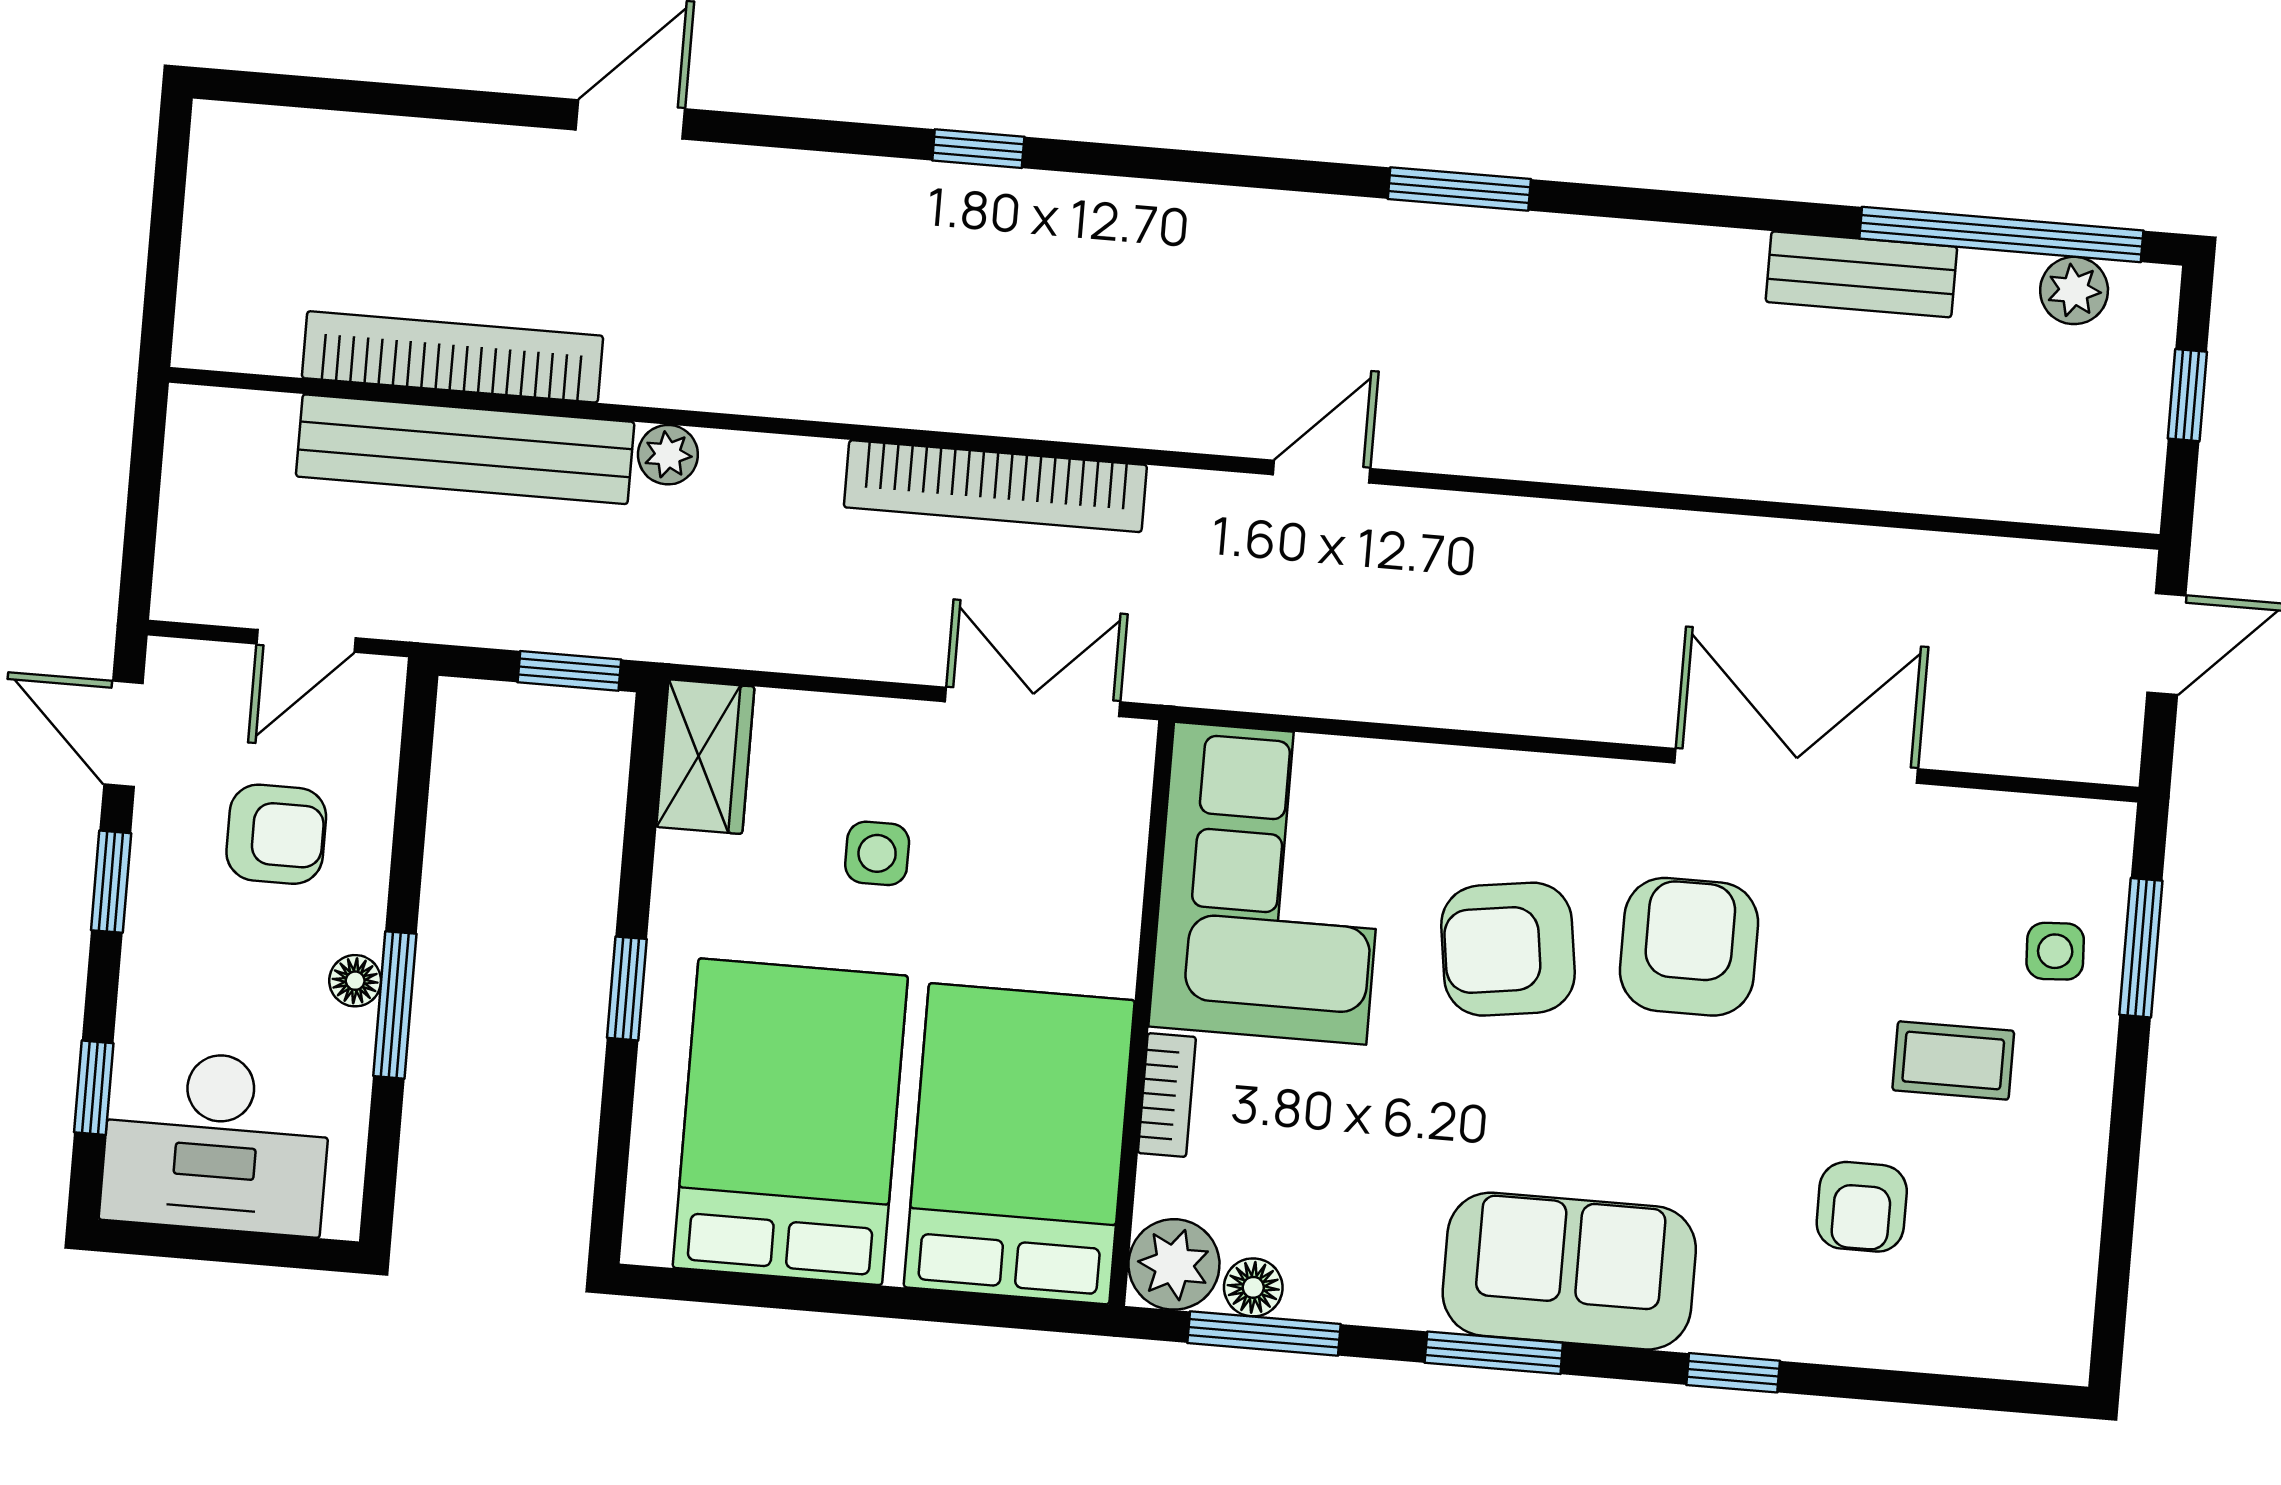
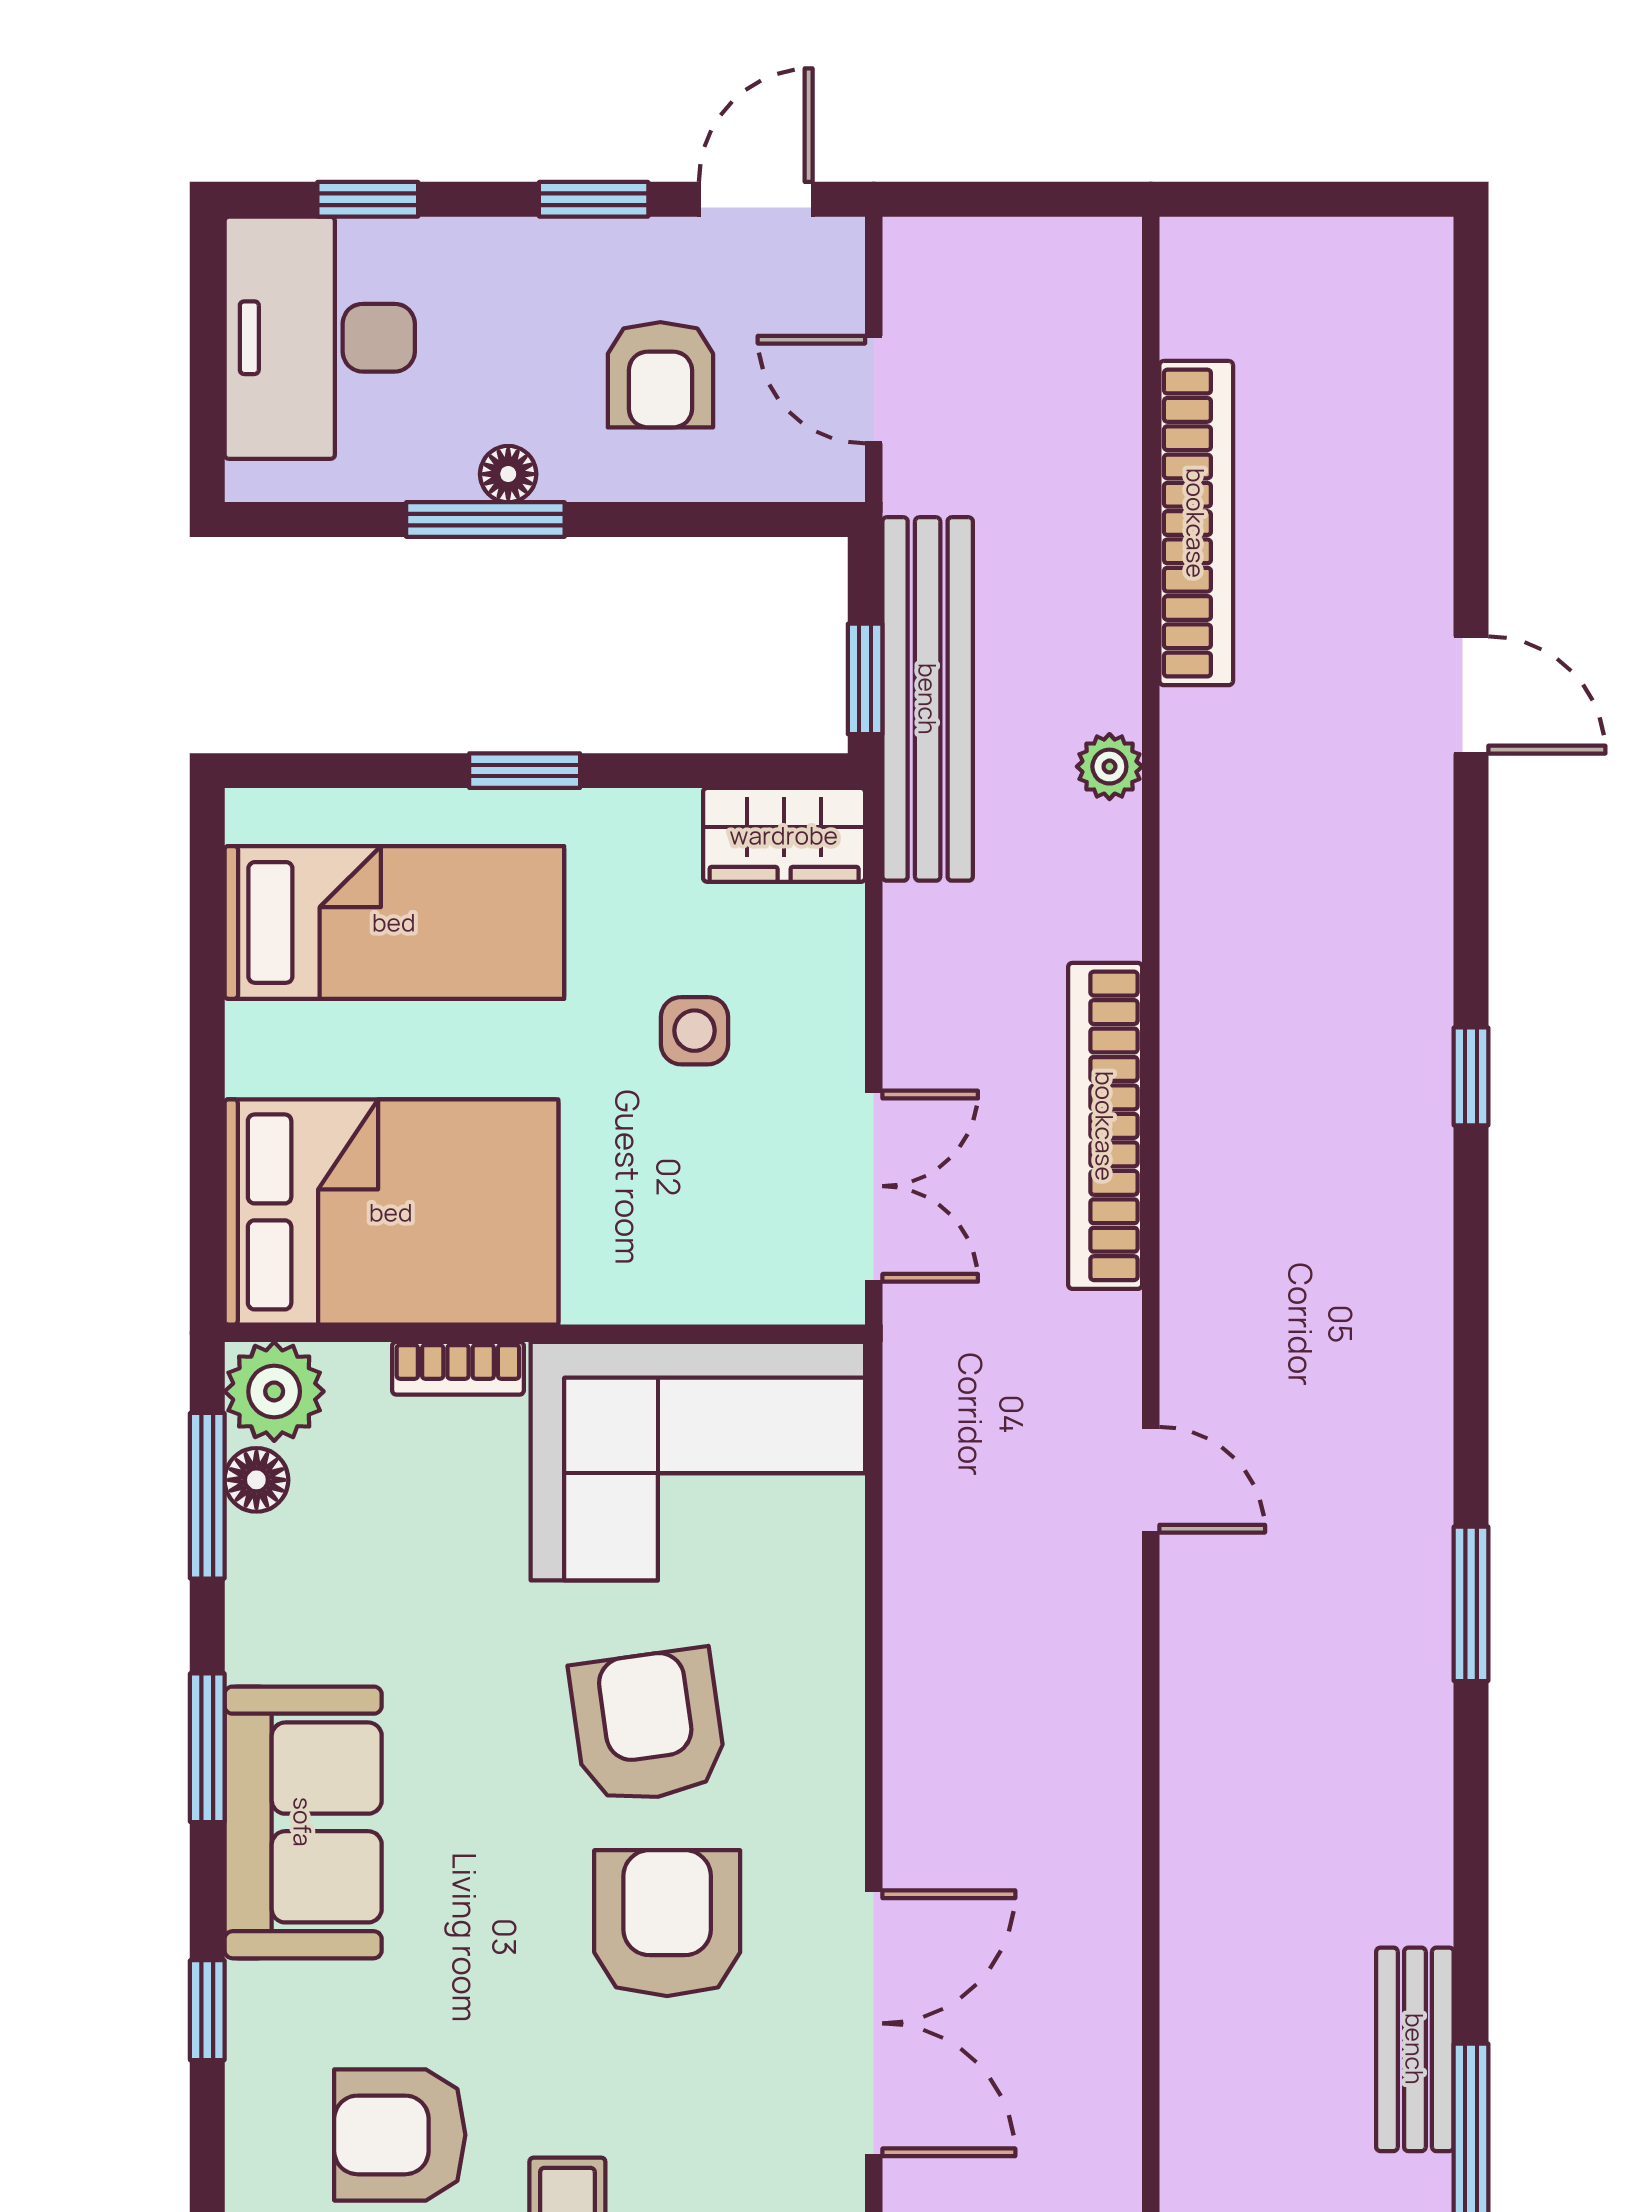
bench: (465, 449) -> (928, 699), moved
armchair: (1689, 947) -> (667, 1923), turned -90
bed: (790, 1122) -> (394, 922), width x0.67
armchair: (1862, 1207) -> (400, 2135), width x1.38, depth x1.38

